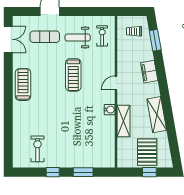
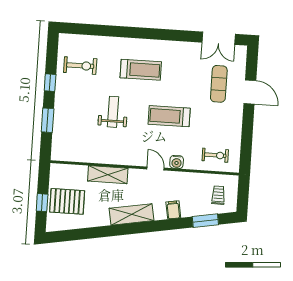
weight bench: (78, 38) -> (113, 112), moved
filing cabinet: (149, 72) -> (173, 210), width x0.50
treadmill: (23, 85) -> (141, 70), moved
water cooler: (110, 110) -> (177, 162), moved
shelving: (157, 115) -> (131, 214), moved

